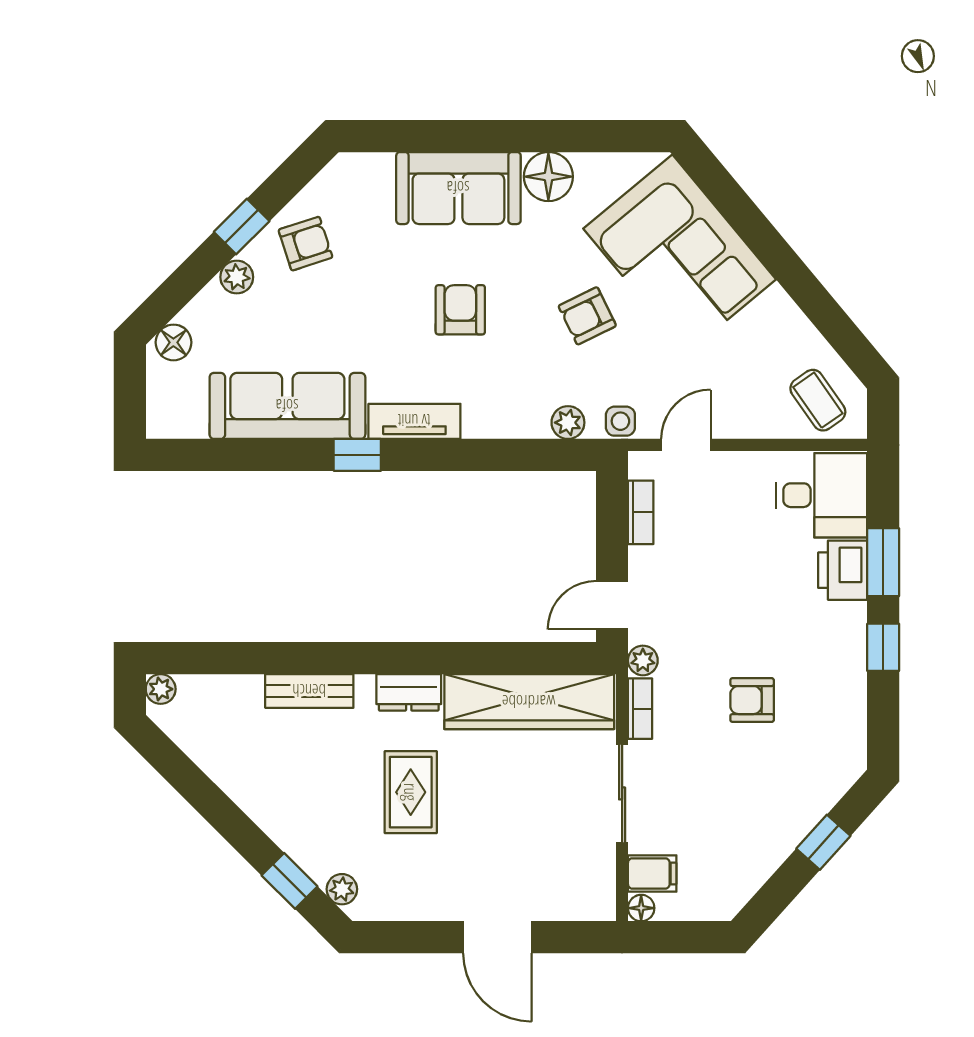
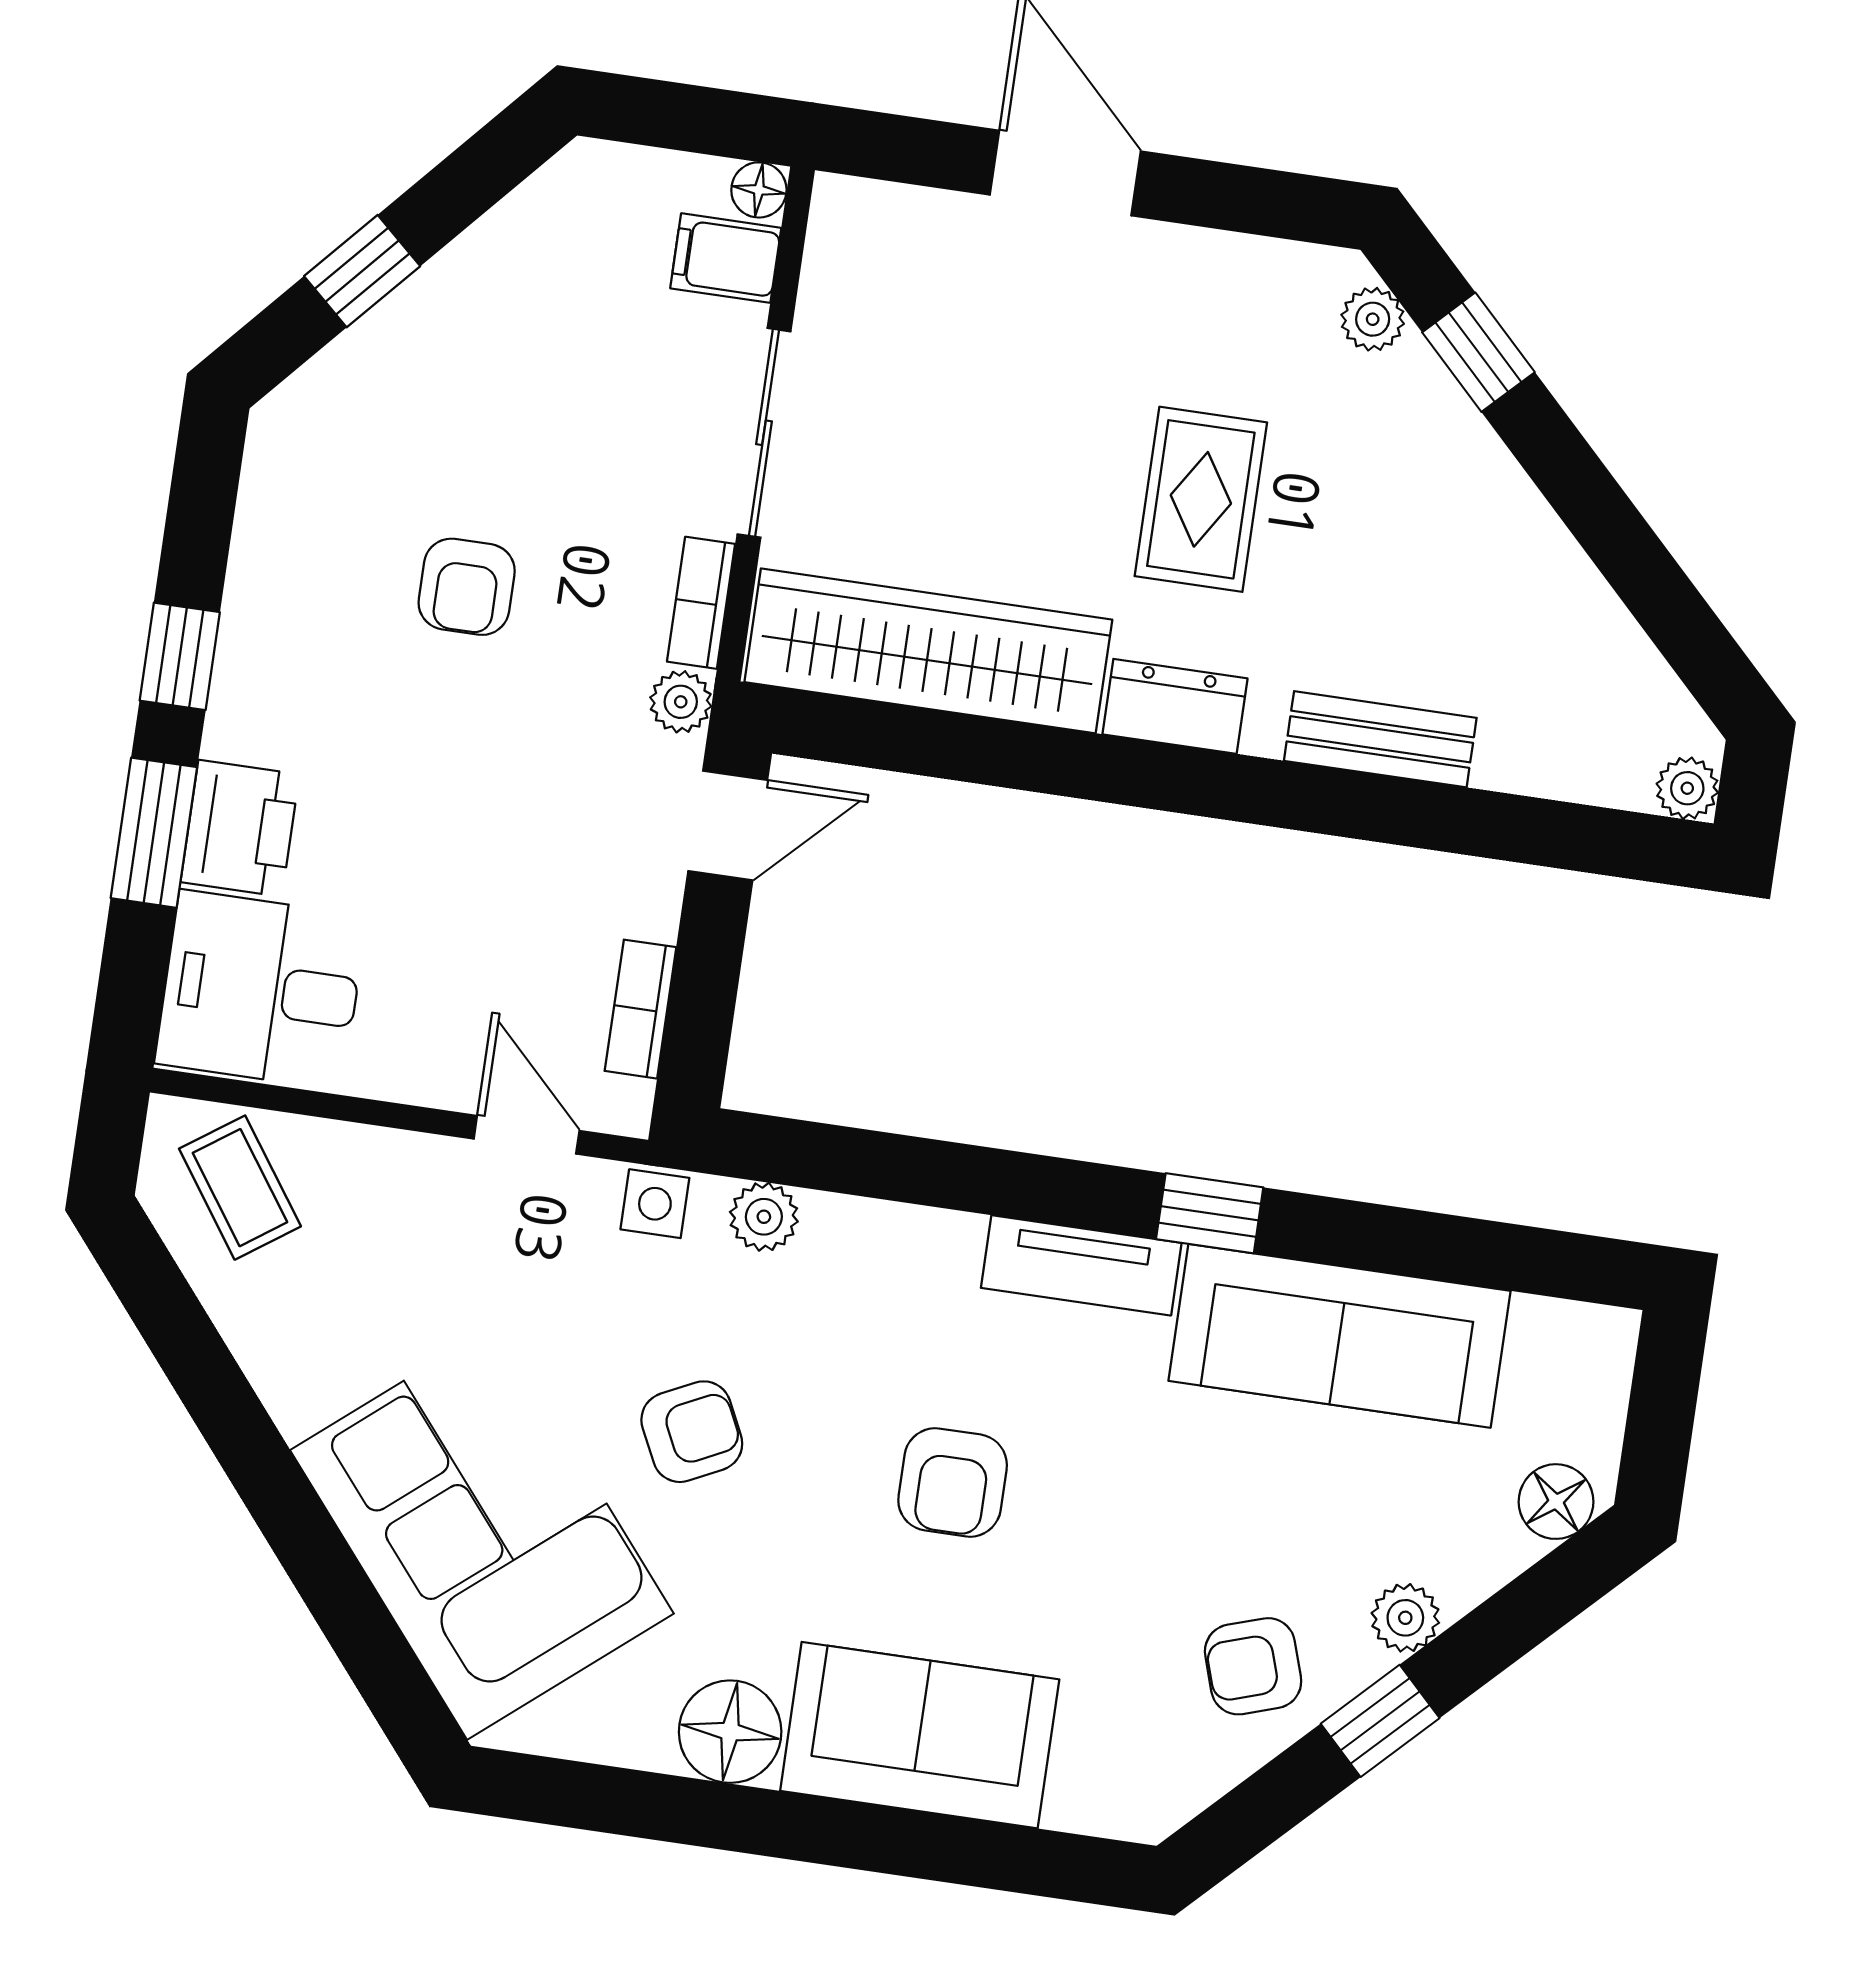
door: (686, 445) -> (527, 1135), swing flipped
armchair: (752, 700) -> (467, 587), turned 90

